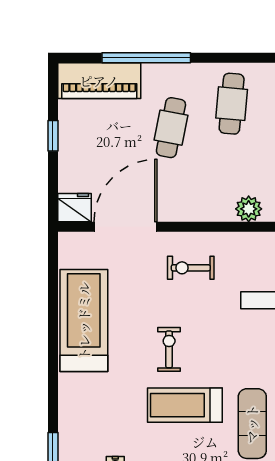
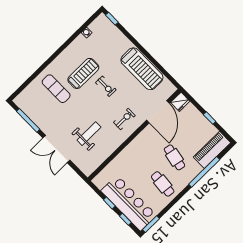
plant: (249, 209) -> (124, 156), removed

